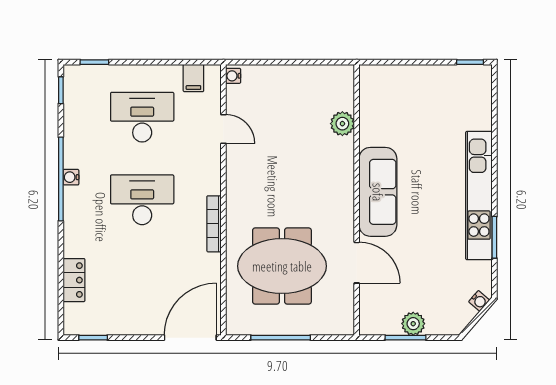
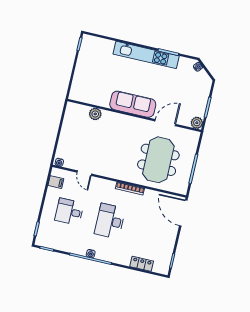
desk: (142, 117) -> (69, 212), width x0.73
door: (223, 129) -> (84, 173), swing flipped
plant: (413, 324) -> (197, 123), moved

